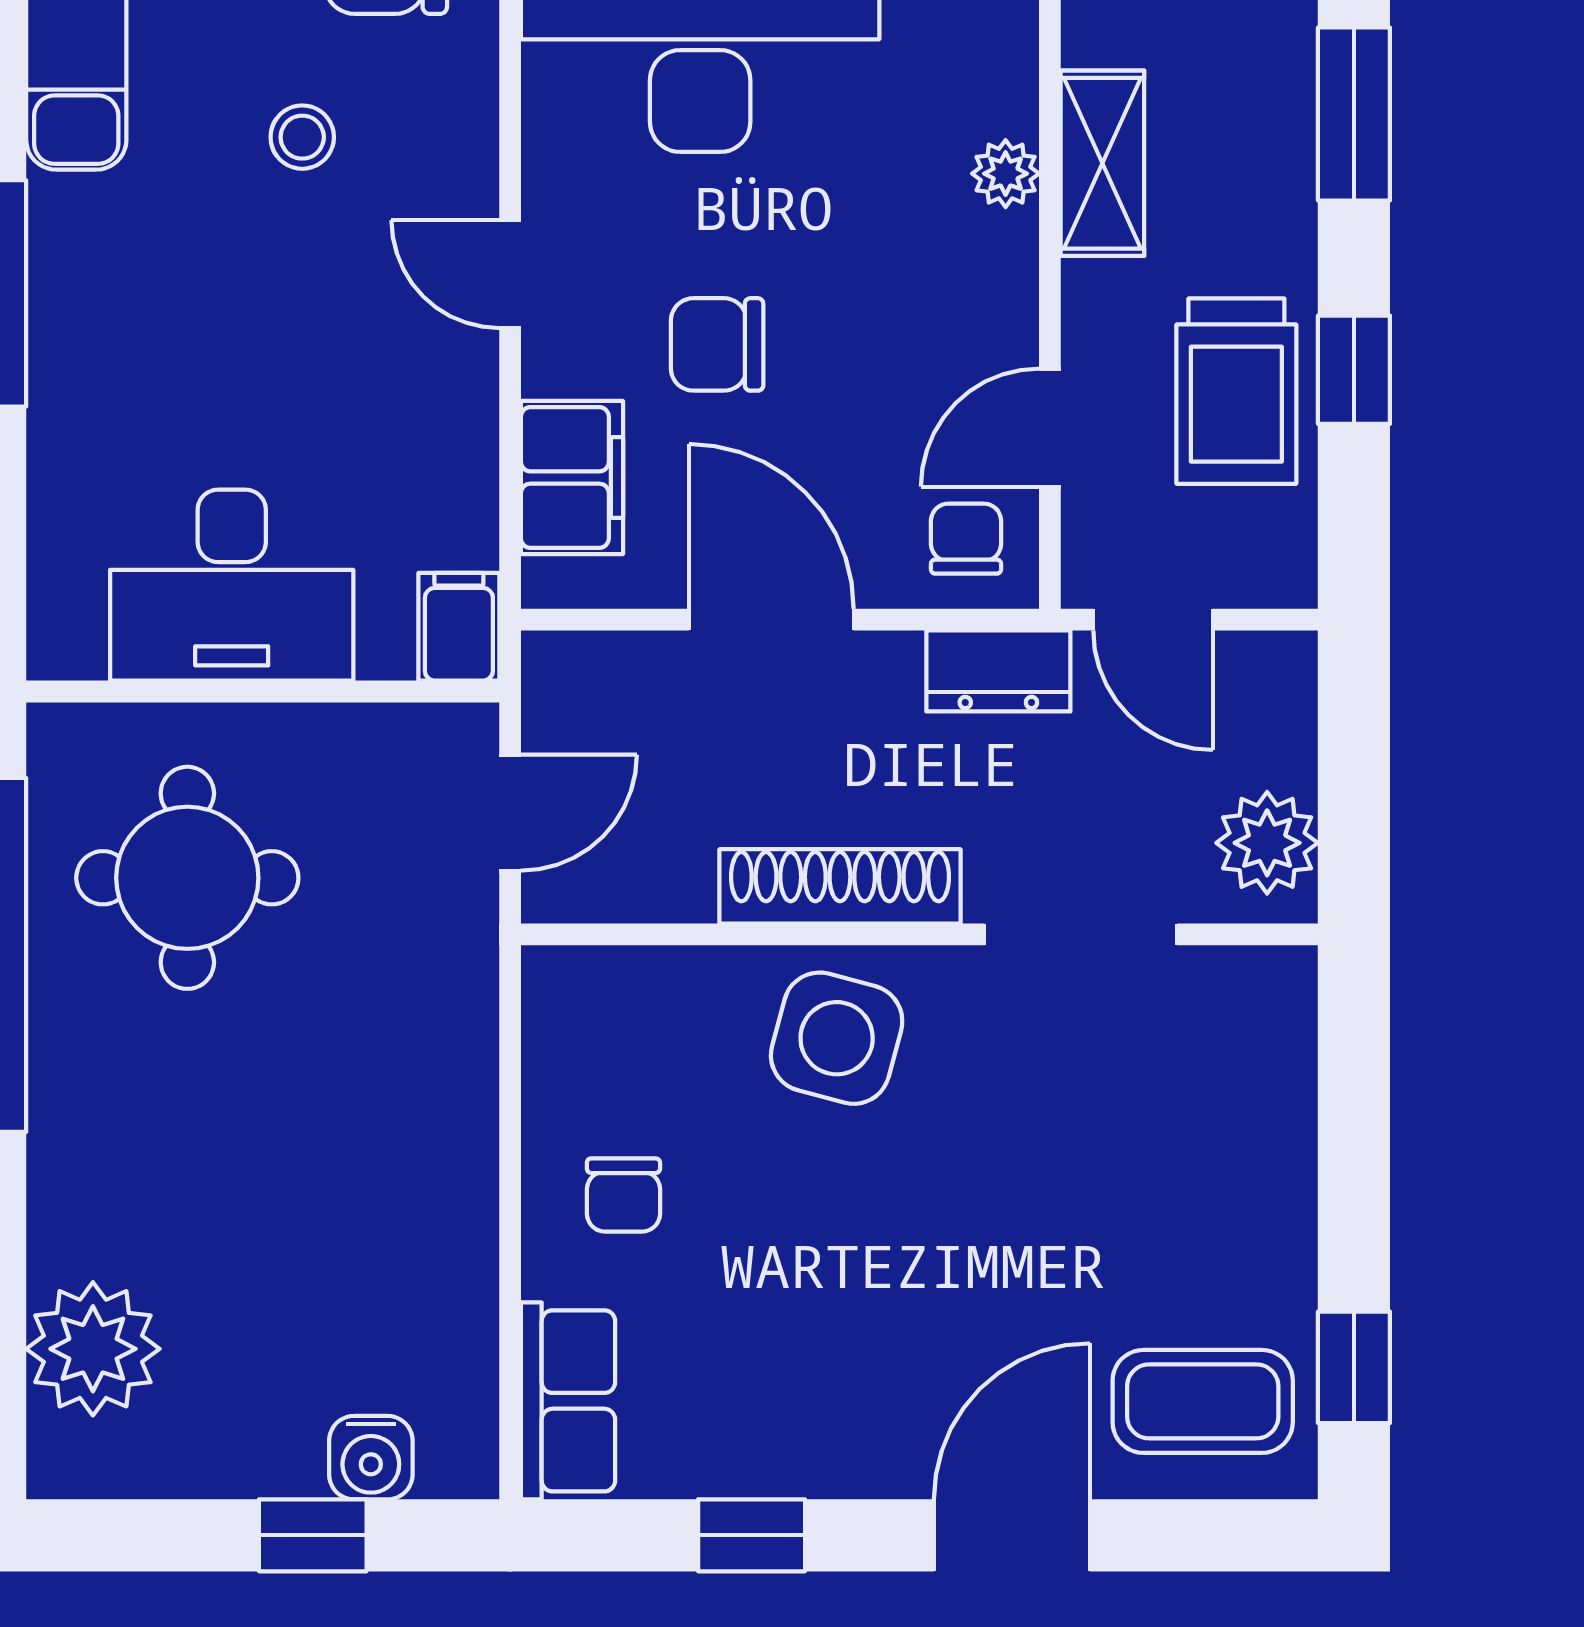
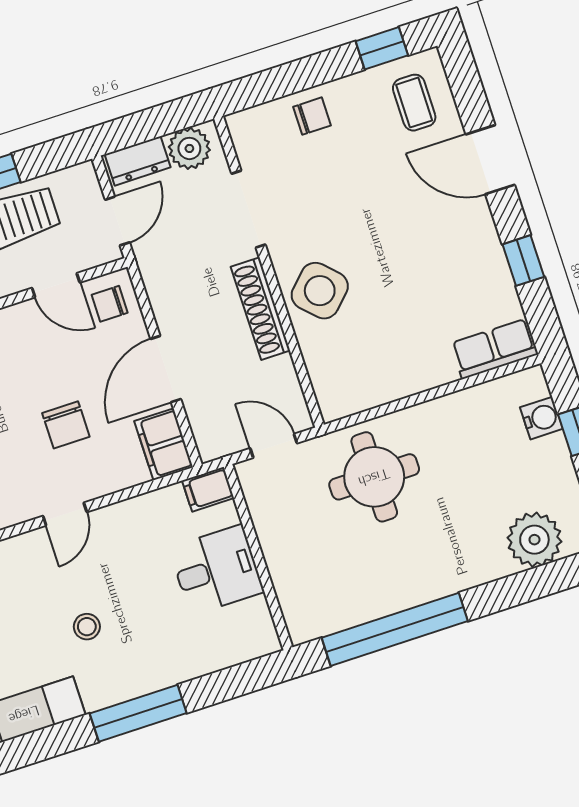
stool: (302, 137) -> (87, 627), moved
filing cabinet: (572, 478) -> (164, 444), moved, turned -90
desk: (232, 585) -> (217, 570), width x0.73
dresser: (998, 671) -> (138, 161), moved, turned 90
round table: (187, 878) -> (374, 477), moved
side table: (837, 1038) -> (320, 291), turned 30
chair: (623, 1195) -> (312, 116), moved
coffee table: (1203, 1401) -> (414, 103), width x0.73, depth x0.77

